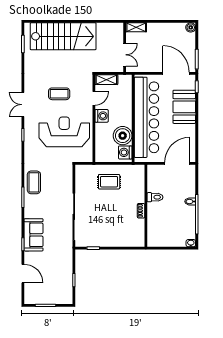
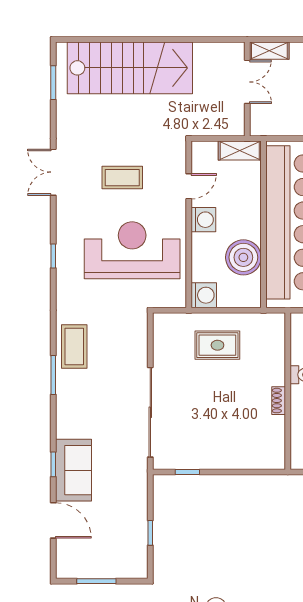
double door: (125, 55) -> (247, 82), moved
shelving: (106, 80) -> (240, 150), moved
double door: (23, 105) -> (53, 172), moved
washing machine: (125, 152) -> (204, 295), moved, turned 180
sofa: (34, 235) -> (74, 470), moved

